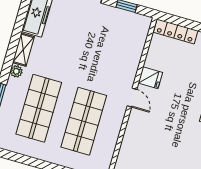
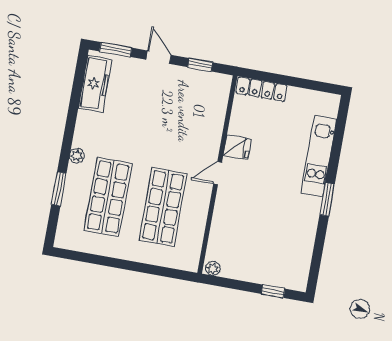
shelving: (23, 50) -> (83, 129), removed
door: (132, 98) -> (218, 173), swing flipped

